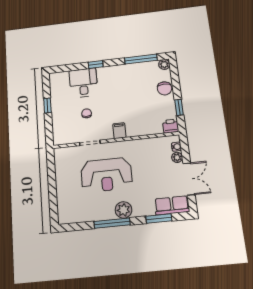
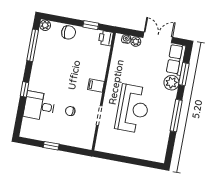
plant: (124, 210) -> (171, 83), moved

